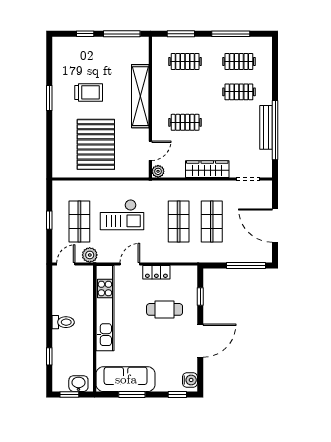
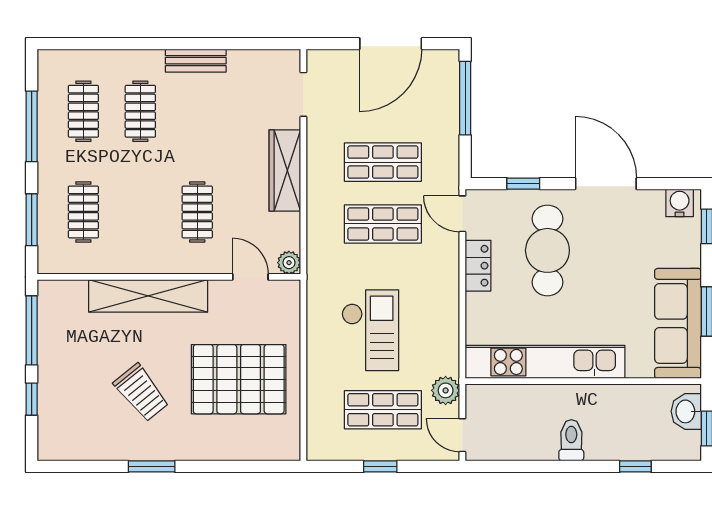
trolley: (89, 92) -> (141, 393), turned 141
bench: (266, 127) -> (196, 61), width x0.73
window: (275, 130) -> (212, 44), removed
door: (130, 264) -> (462, 214), moved
cafe table: (165, 309) -> (547, 250), width x1.37, depth x1.35

